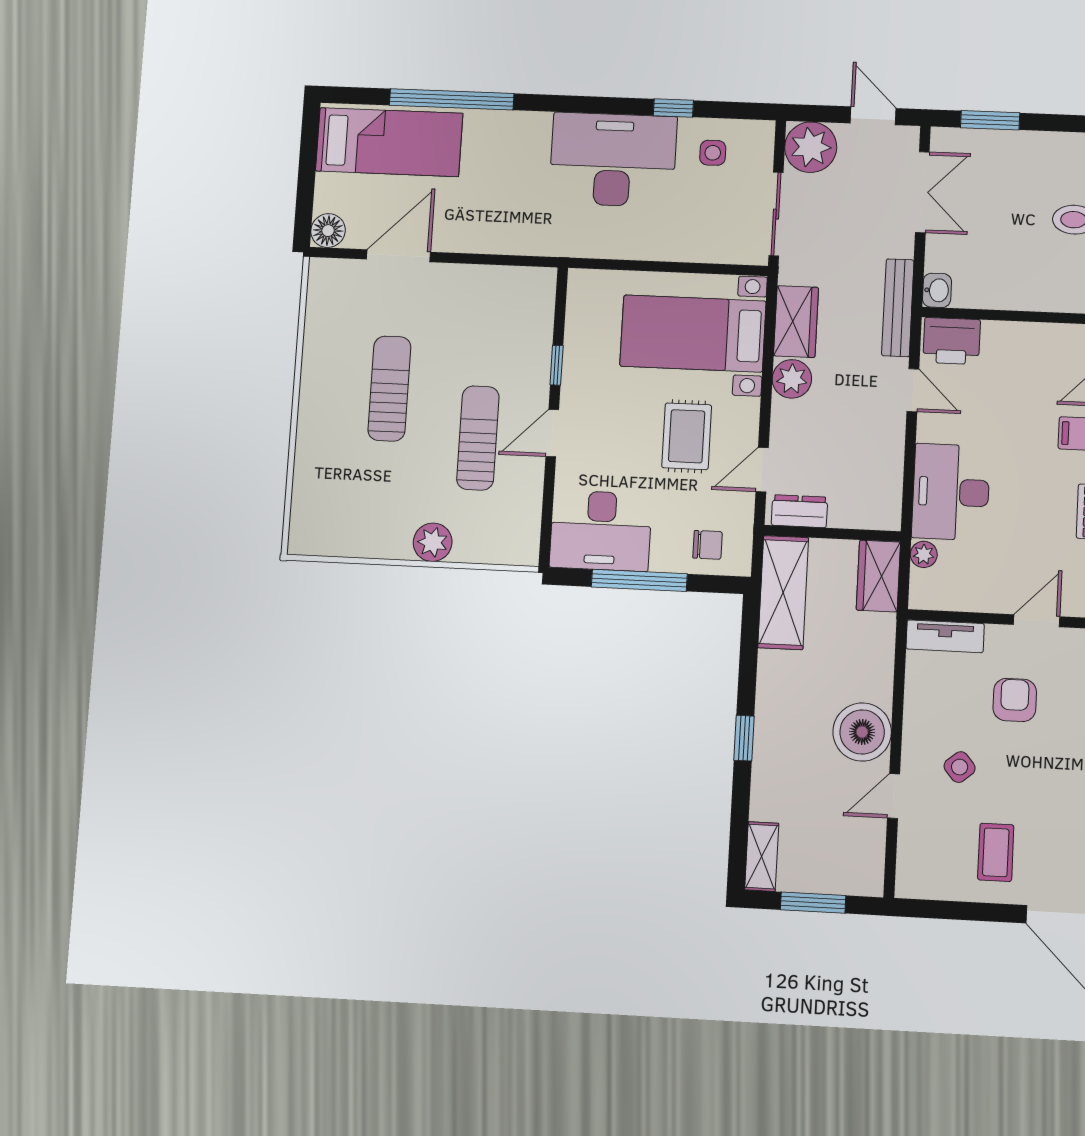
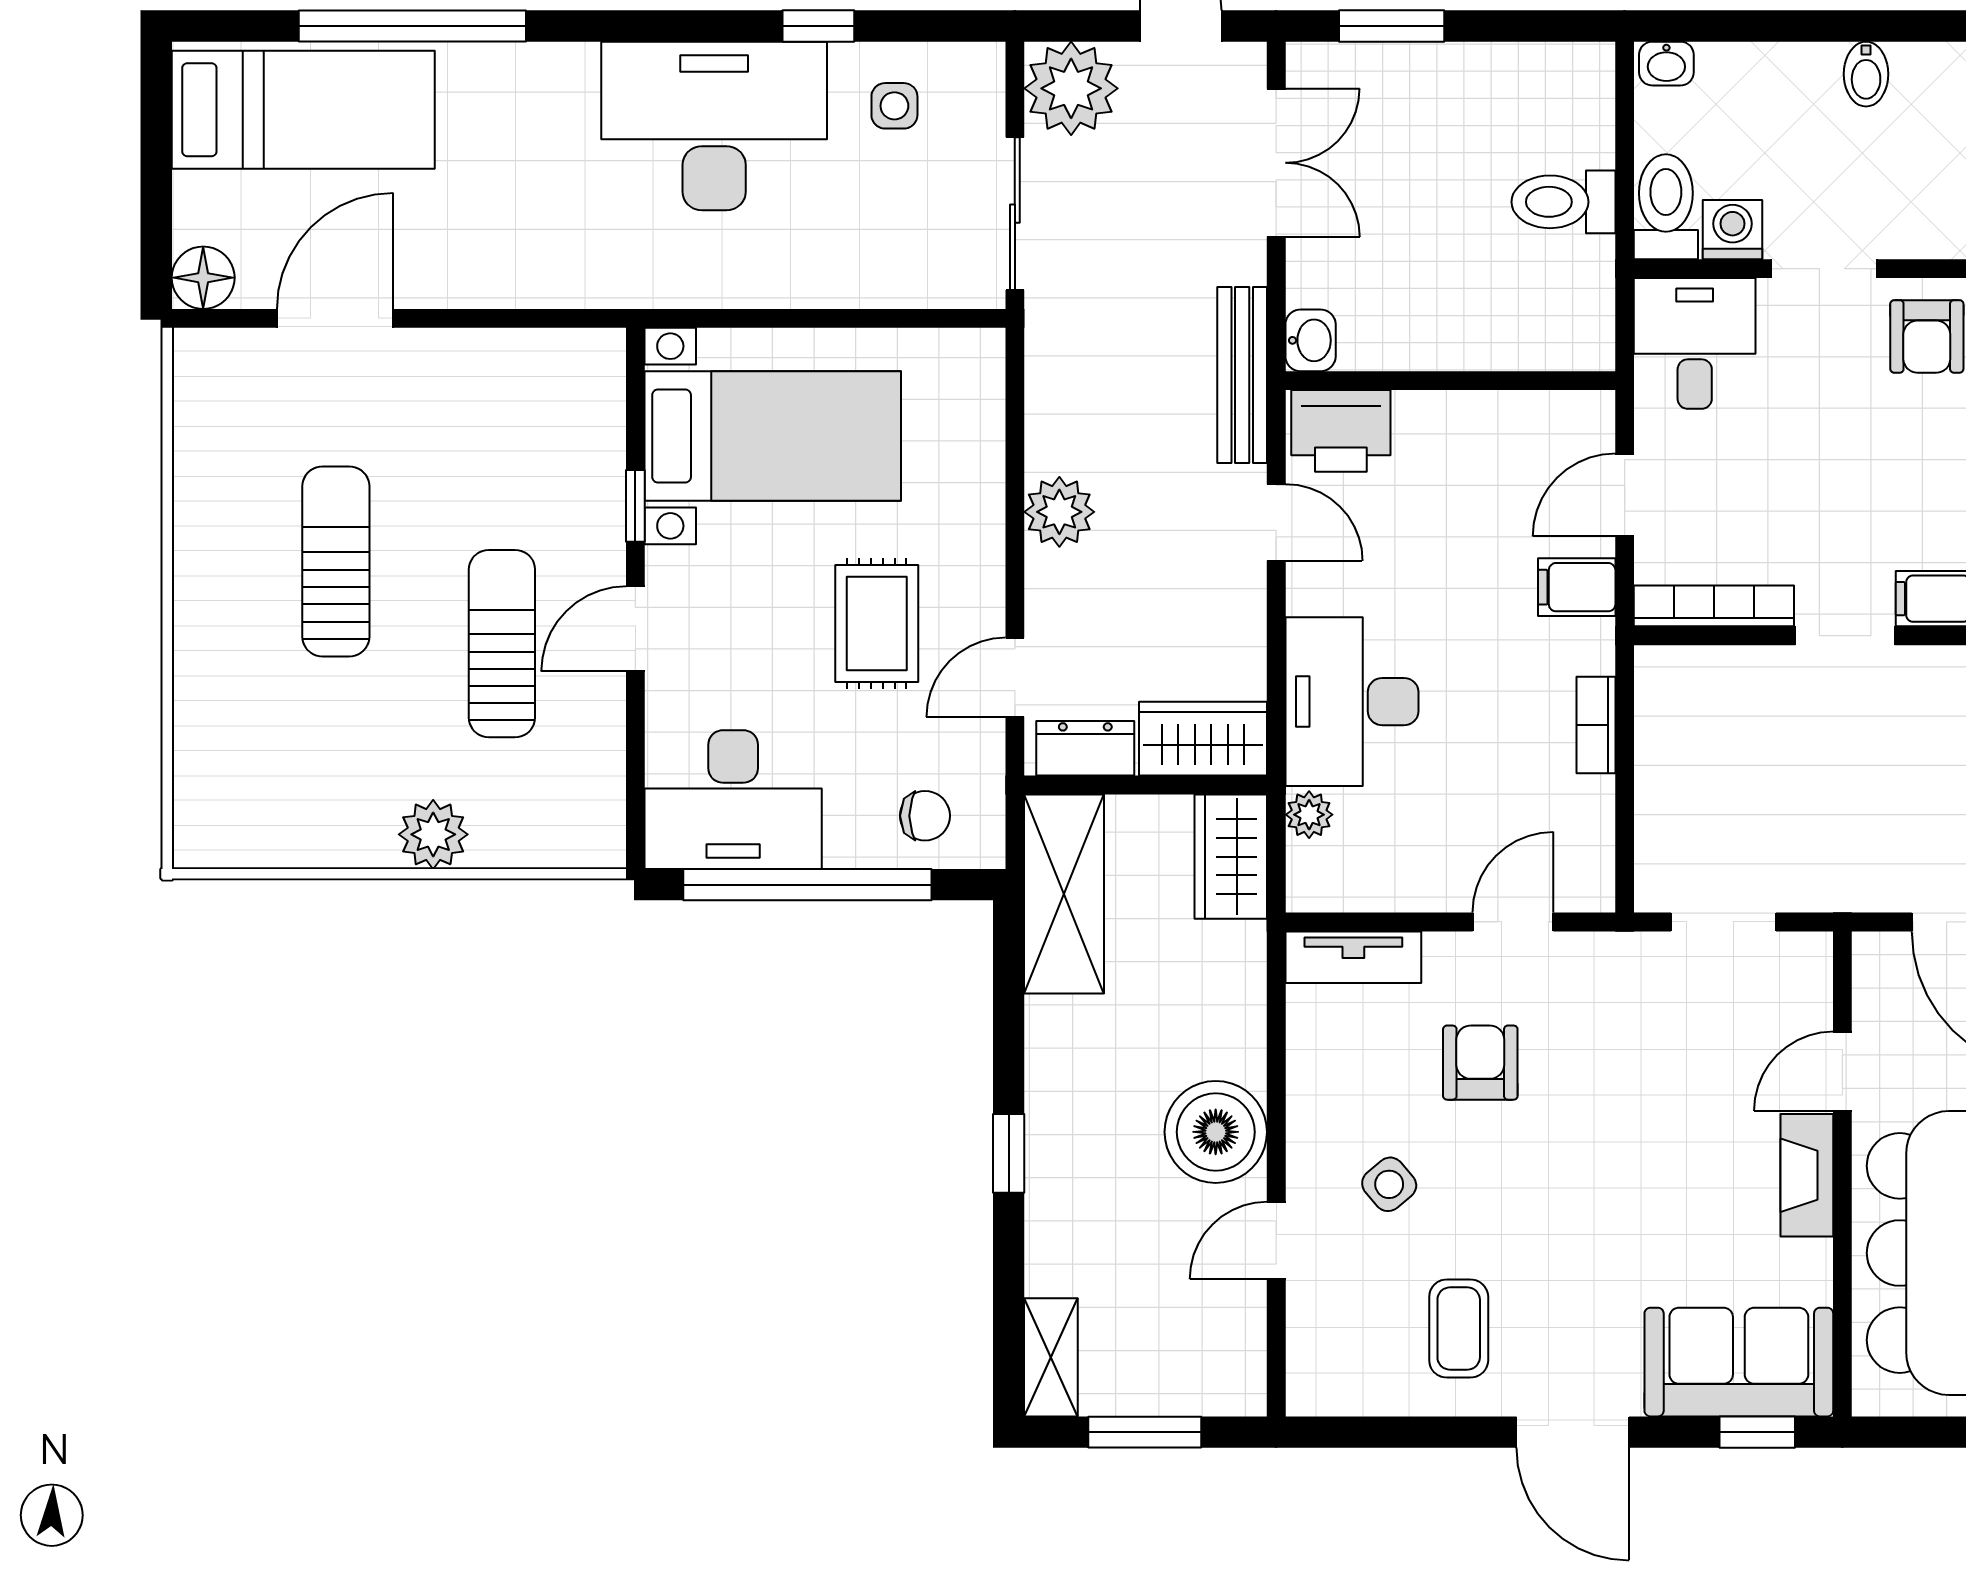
wardrobe: (796, 322) -> (1203, 739), moved, turned -90
bed with nightstands: (693, 334) -> (773, 436), moved, turned 180
window: (639, 580) -> (807, 885), width x1.46

